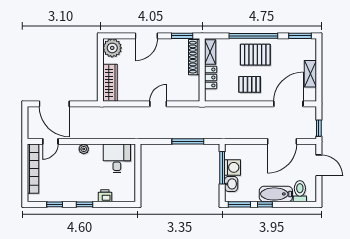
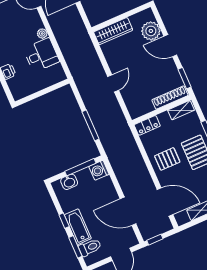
plant: (112, 48) -> (151, 31), moved
locker: (211, 77) -> (147, 125), moved
pallet: (250, 84) -> (167, 159), turned 90
door: (158, 104) -> (113, 83), hinge flipped
desk: (117, 158) -> (41, 55), moved
washing machine: (232, 167) -> (99, 170), moved, turned 90
window: (239, 204) -> (75, 247), moved

